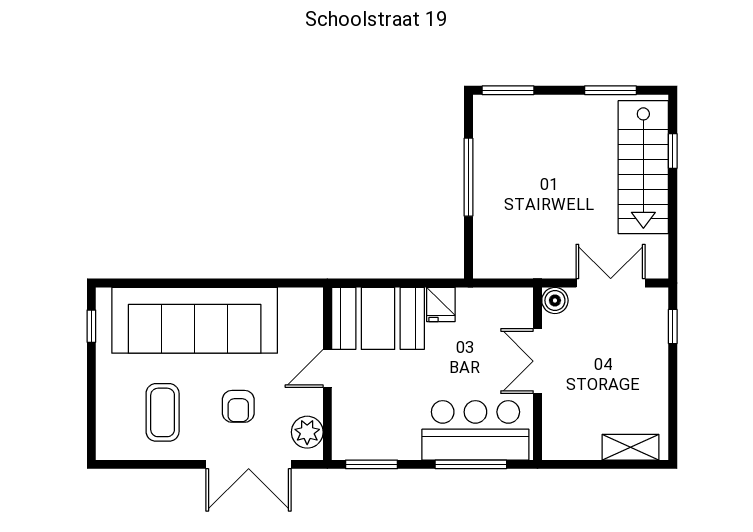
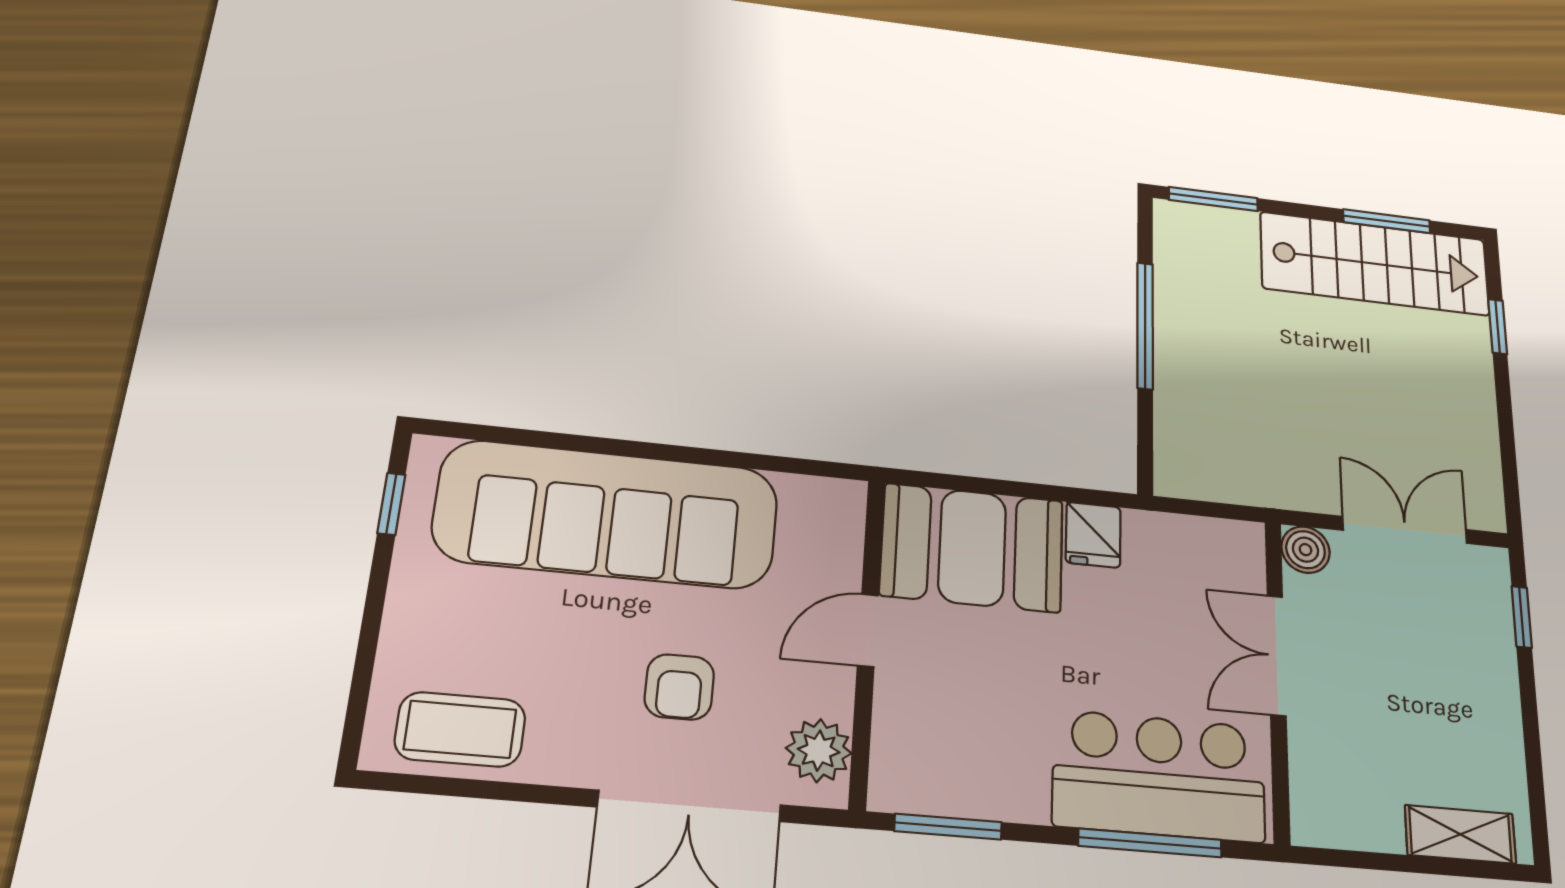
stairs: (643, 167) -> (1375, 264), moved, turned -90
coffee table: (163, 412) -> (460, 729), moved, turned 90

